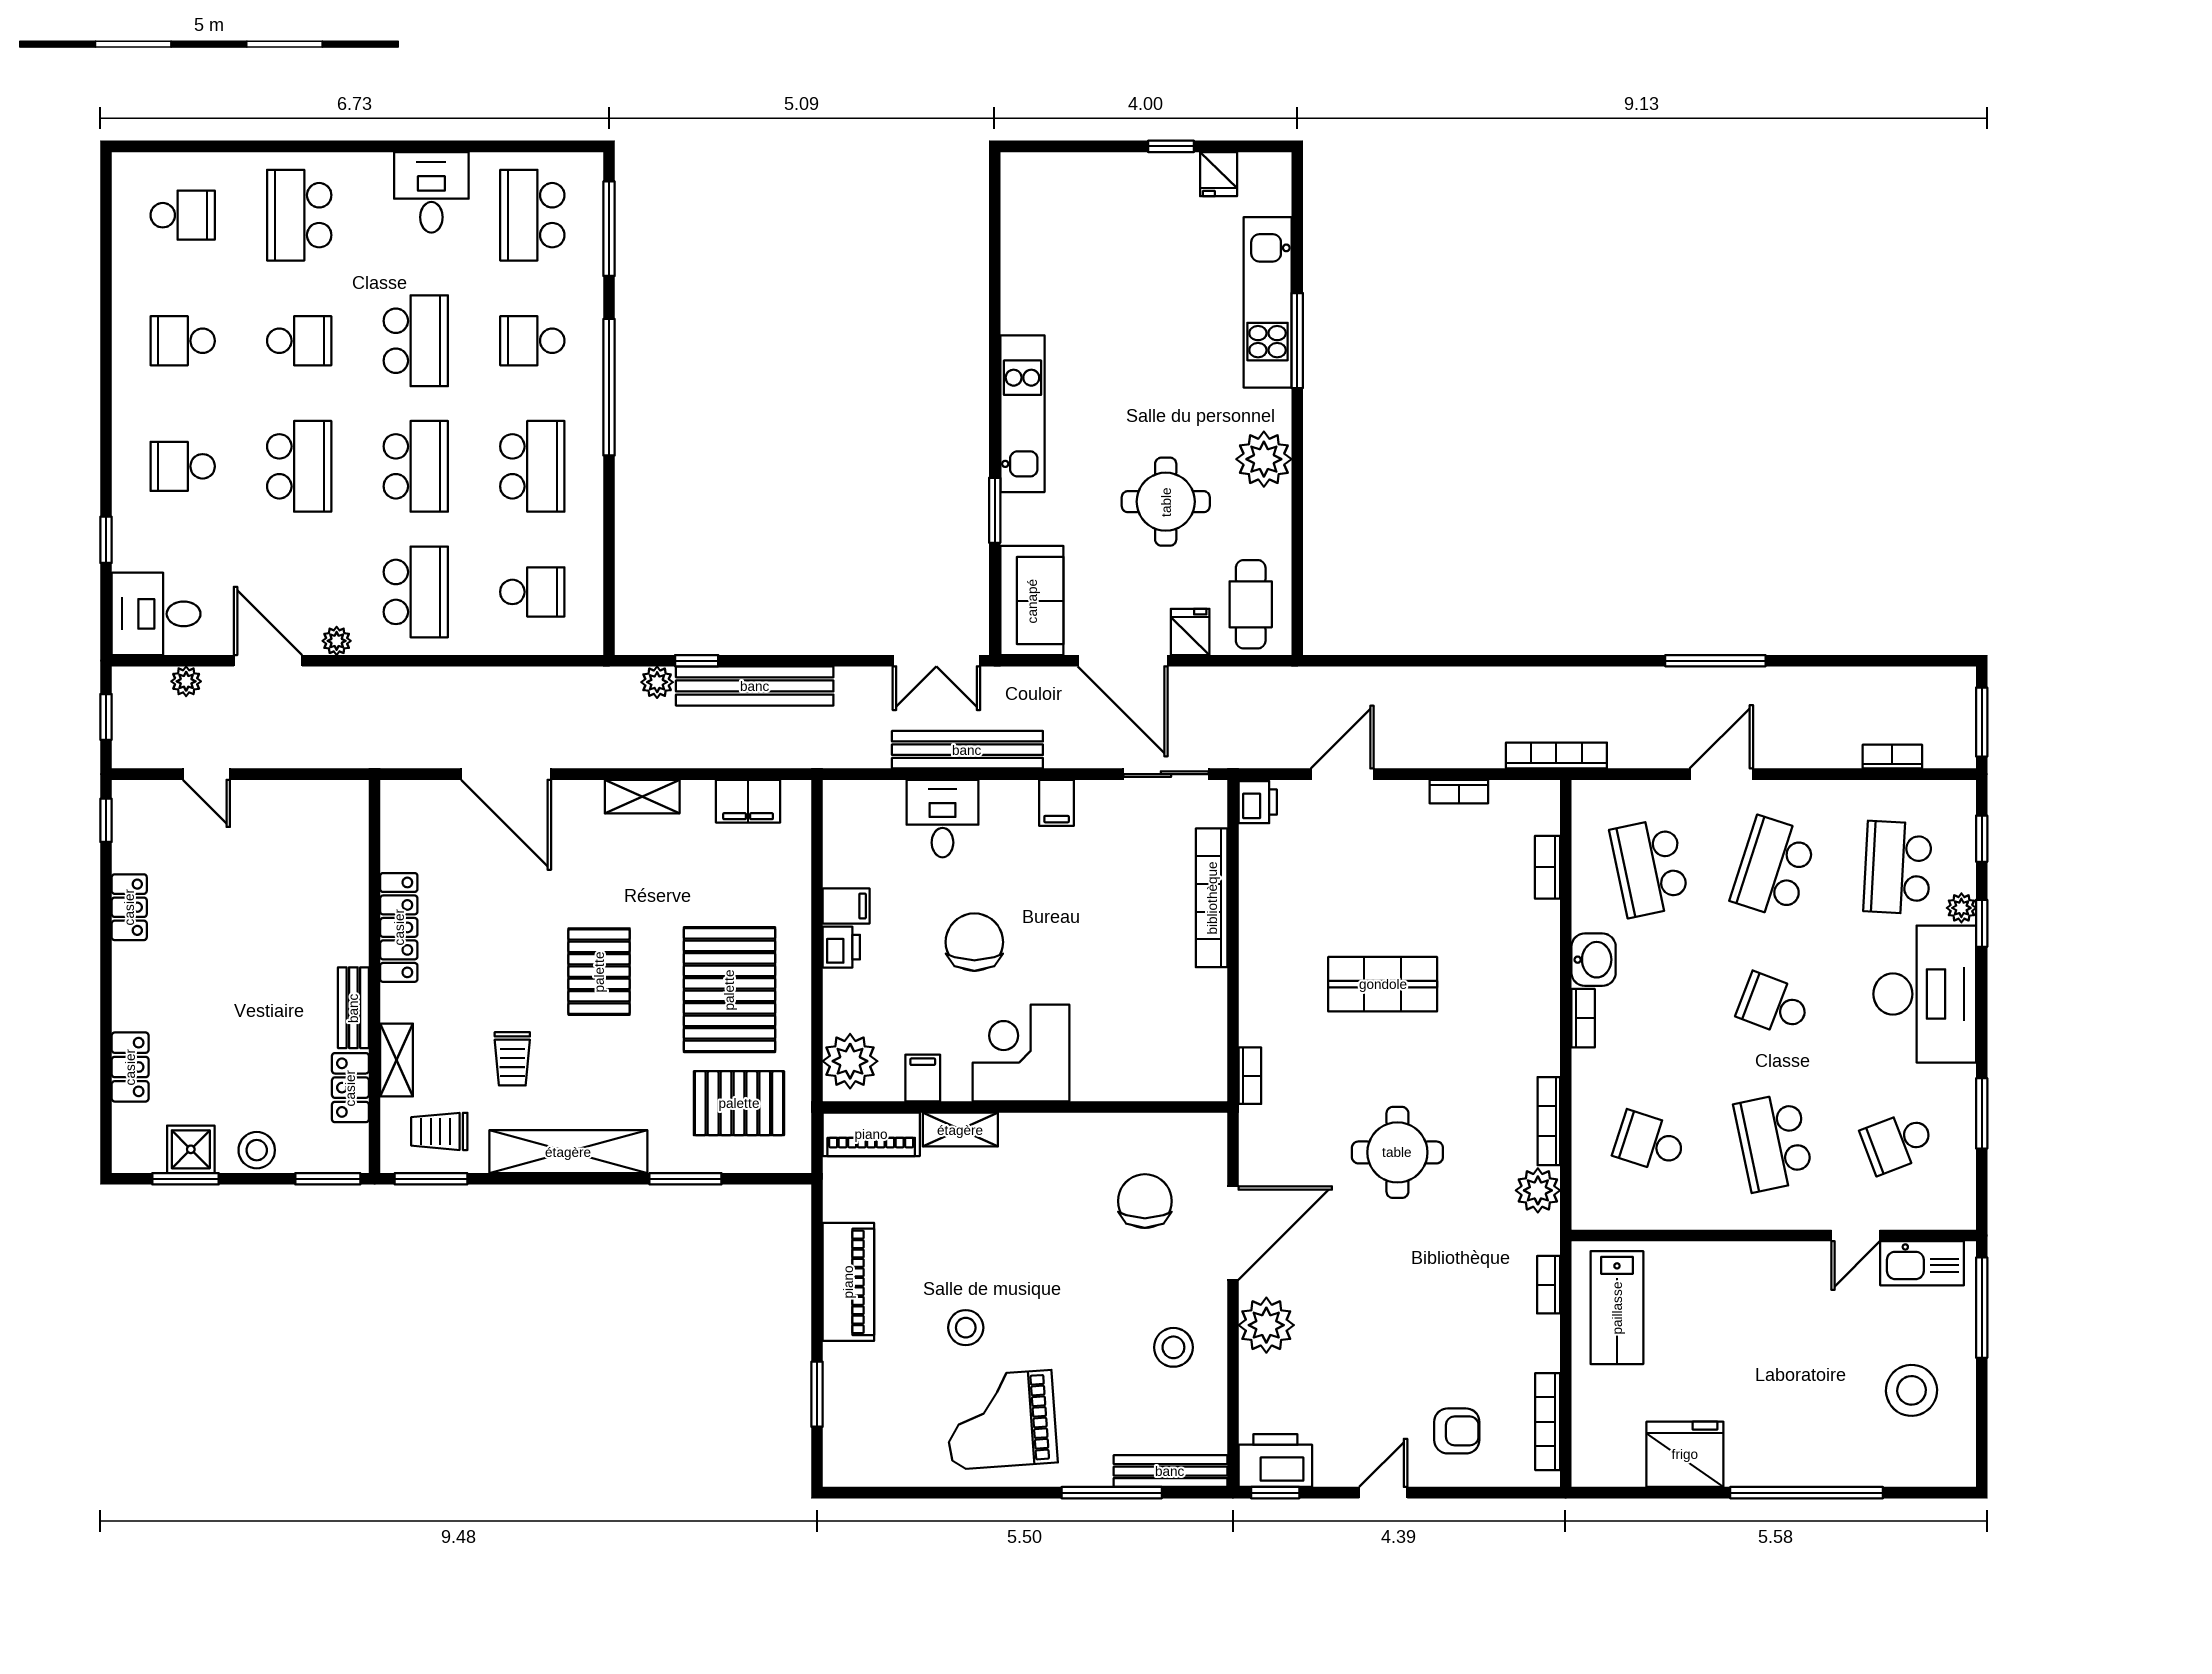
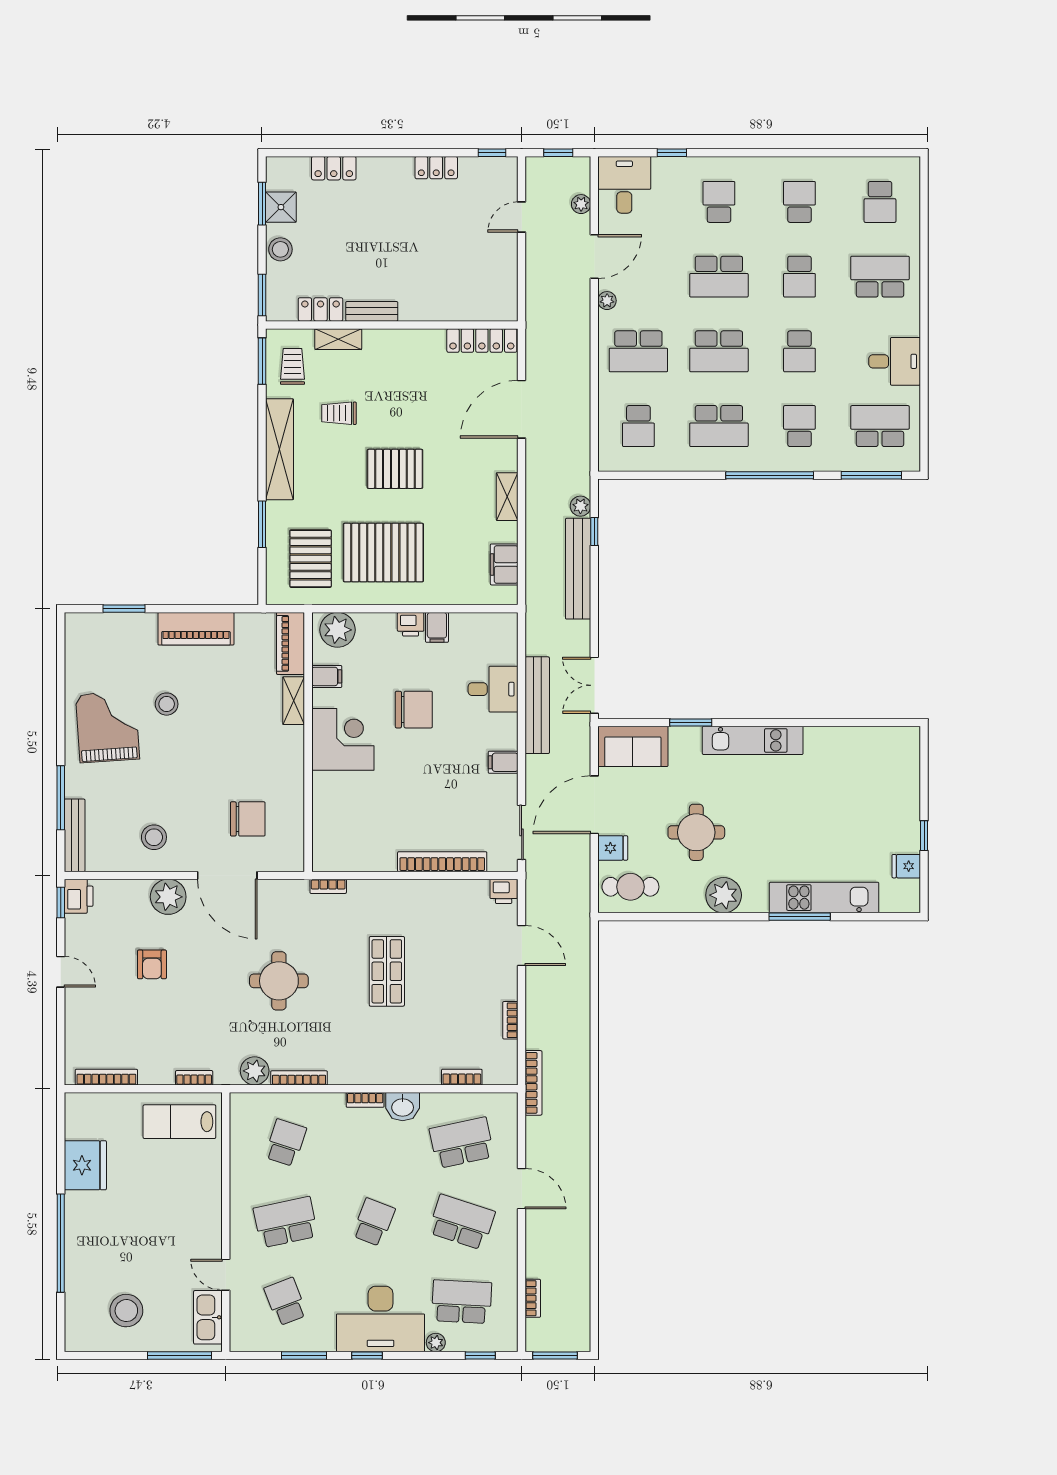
school desk: (416, 341) -> (799, 351), width x0.54
window: (1715, 661) -> (594, 1185), removed
window: (1982, 923) -> (367, 1356), moved
locker: (399, 927) -> (482, 340), moved
armchair: (1457, 1431) -> (152, 964), moved
printer: (1275, 1461) -> (79, 896), width x0.73, depth x0.84

